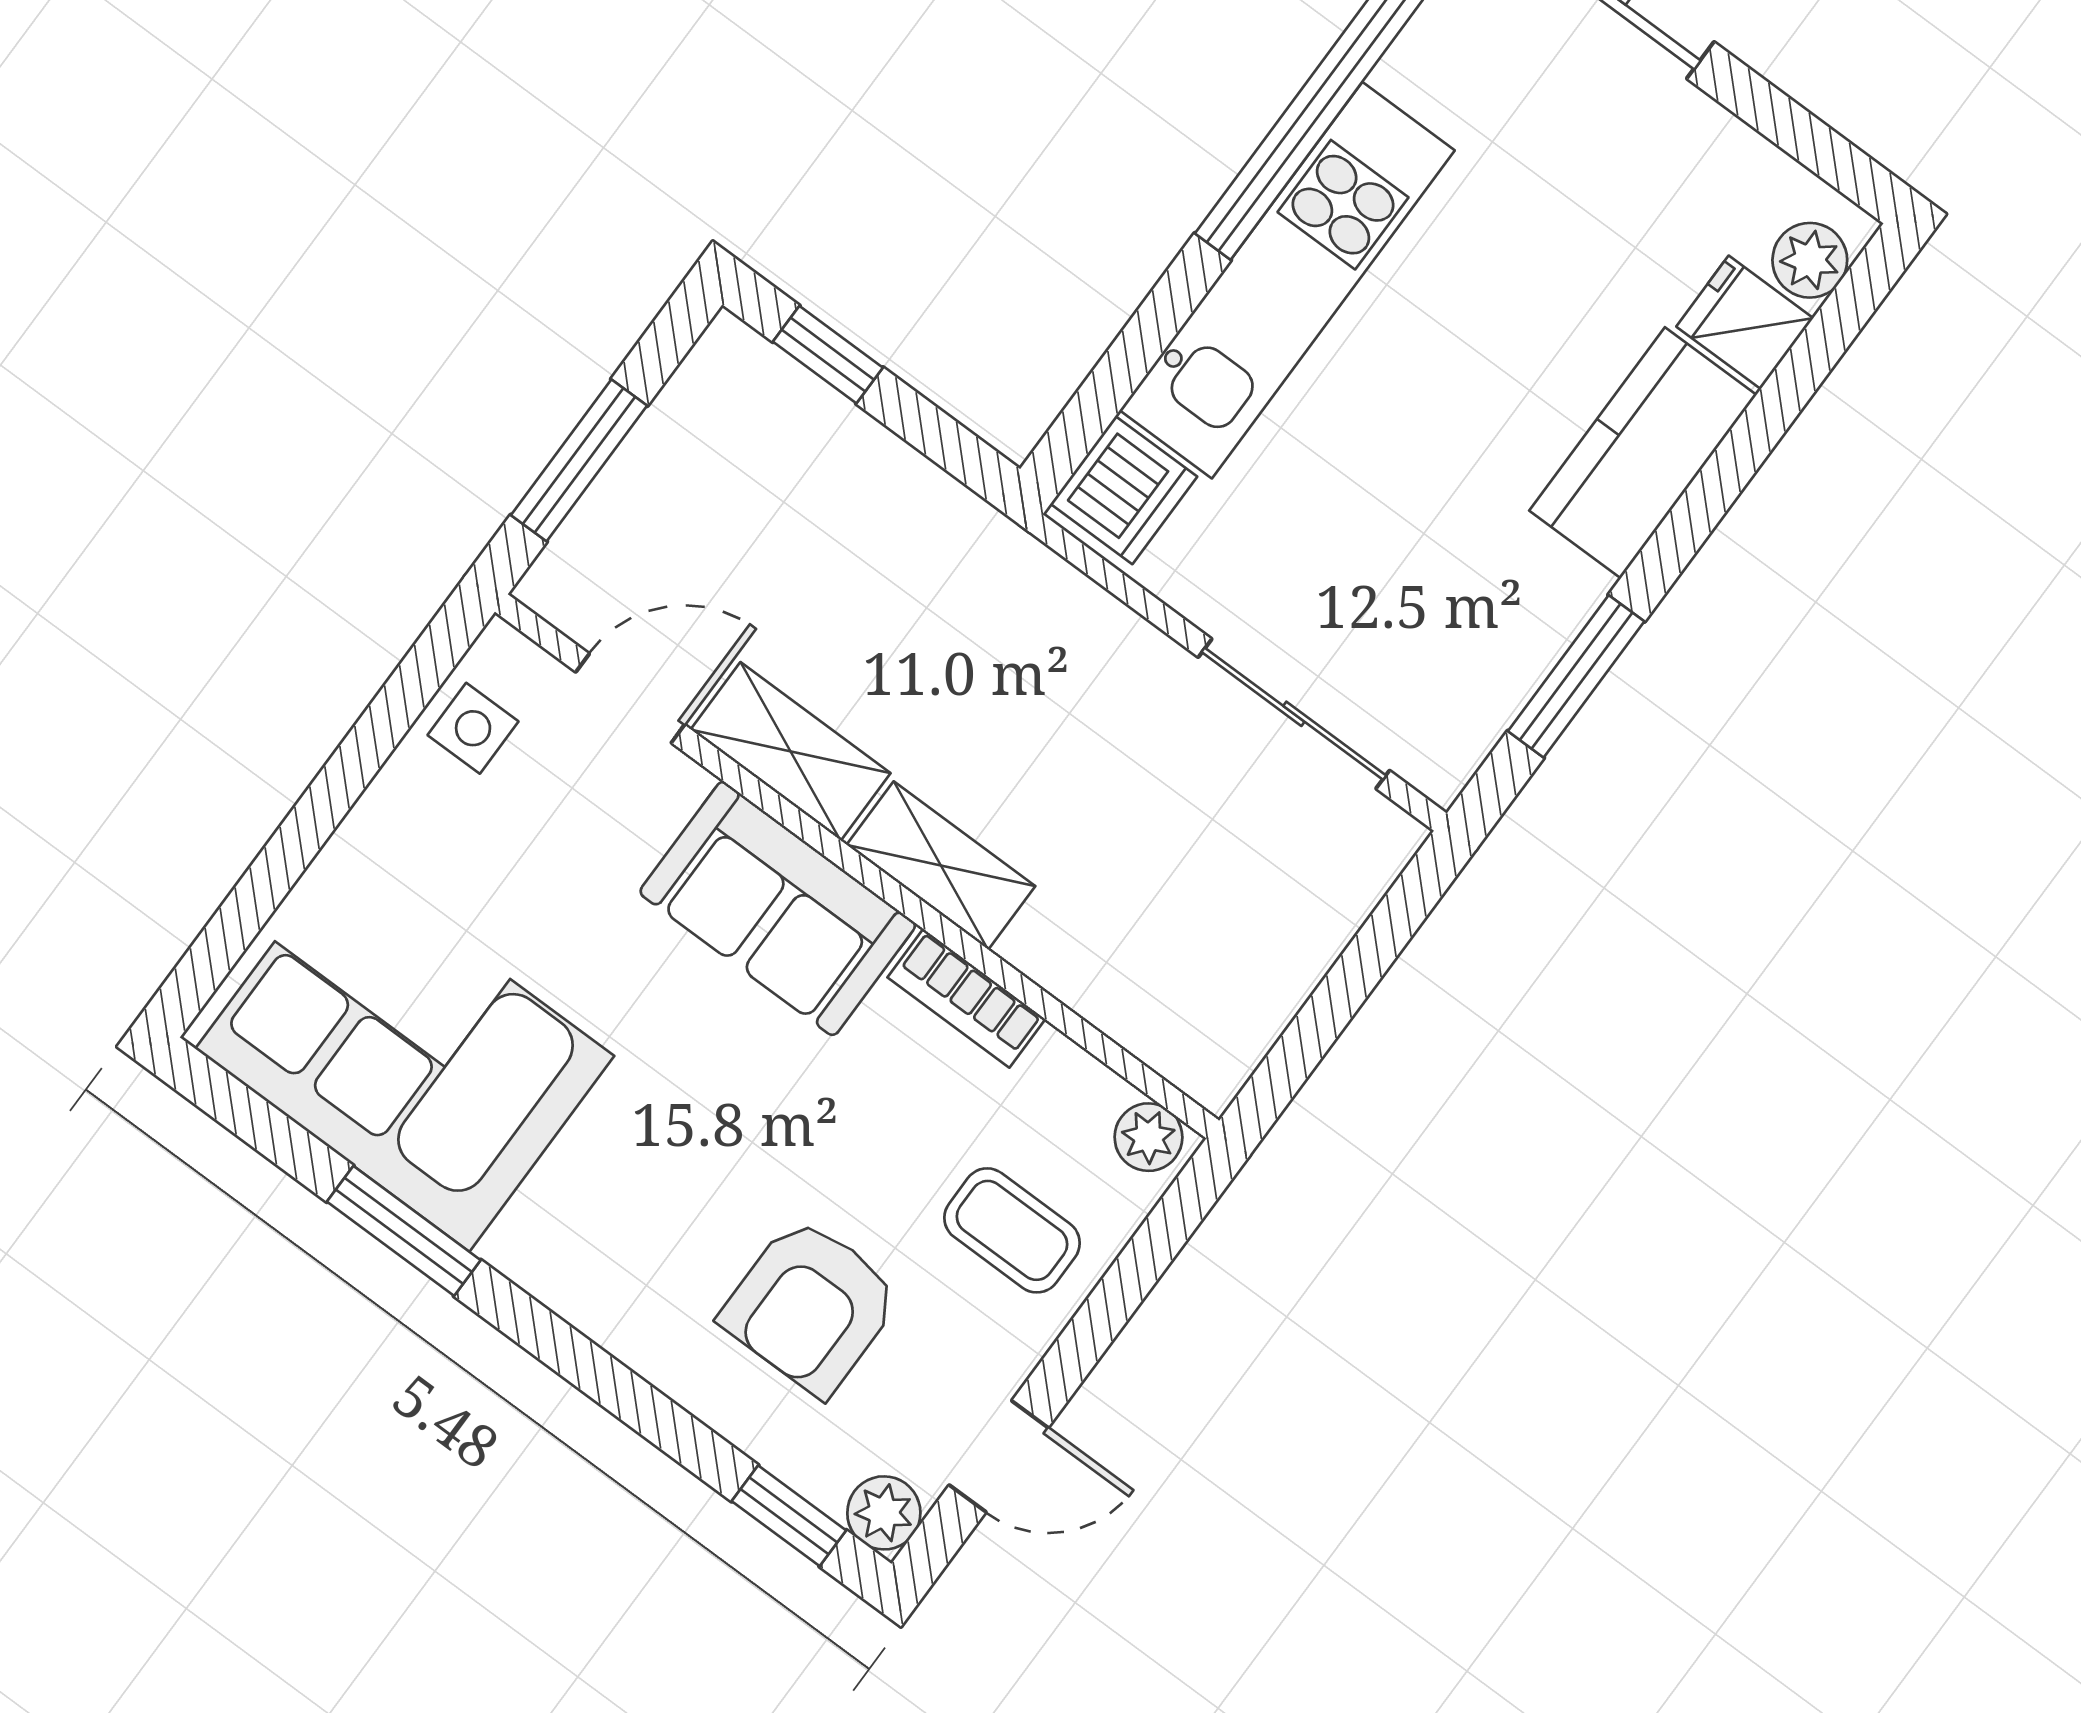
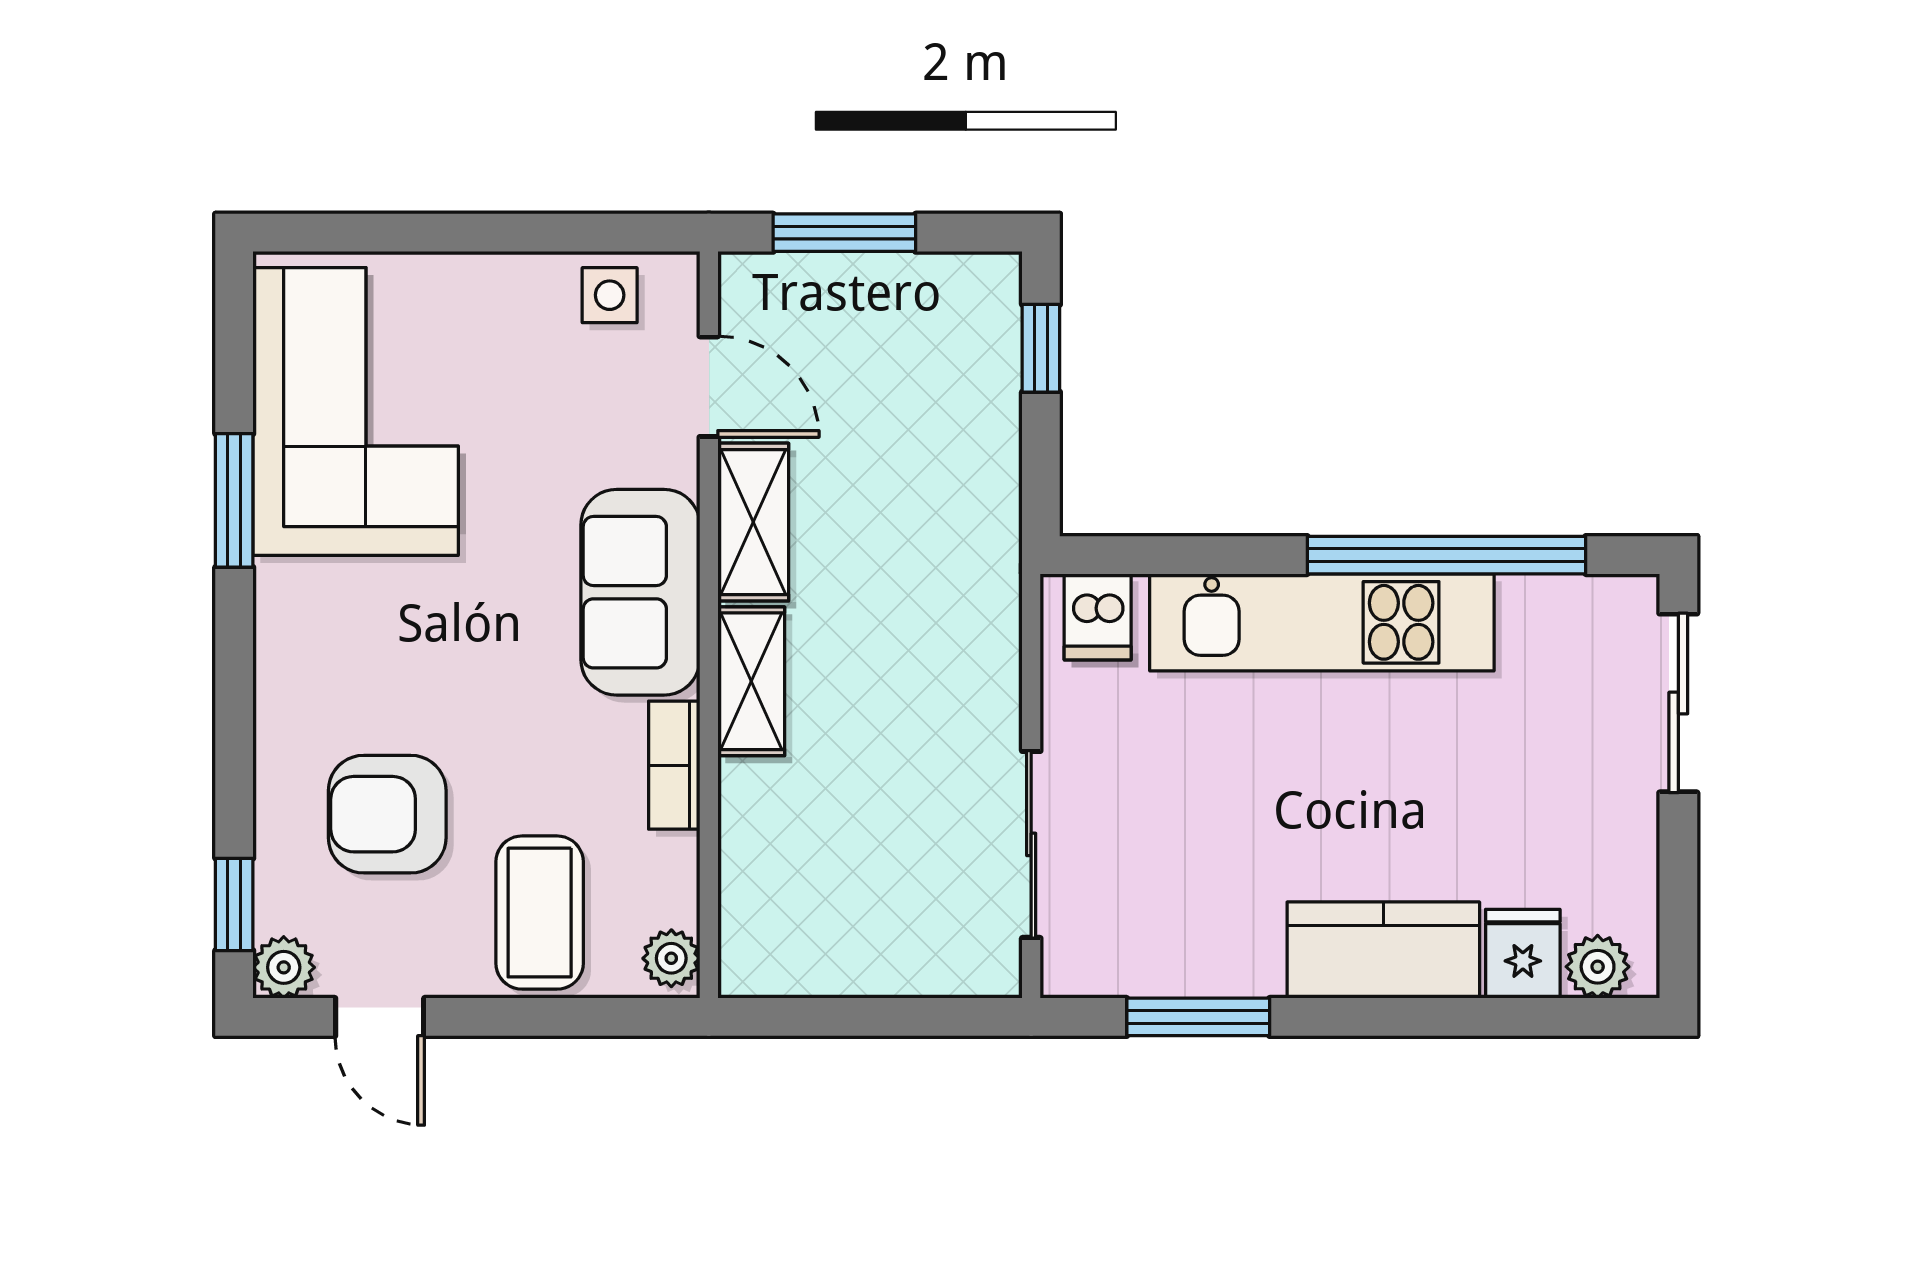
dishwasher: (1124, 490) -> (1098, 617), width x0.73
coffee table: (1012, 1230) -> (540, 913), width x1.36, depth x1.30

